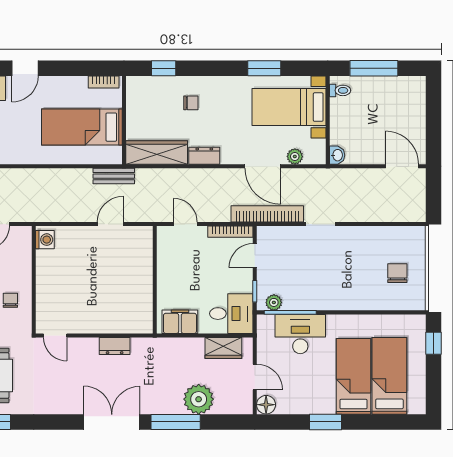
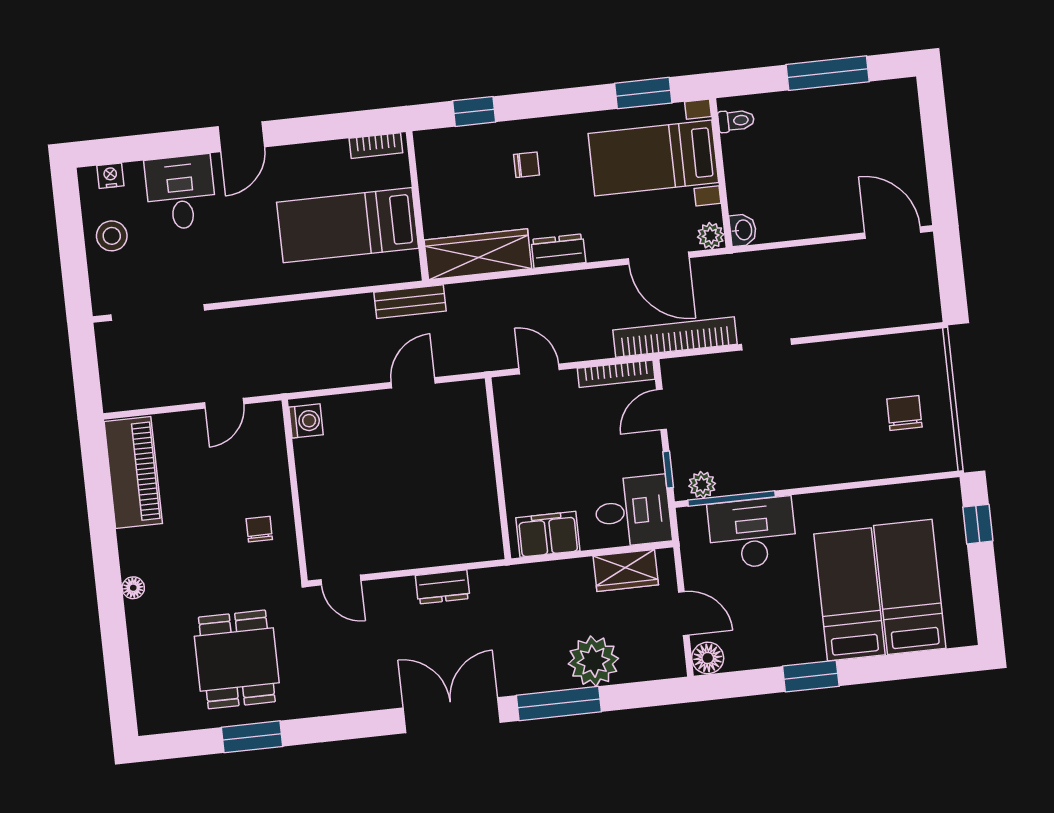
toilet: (340, 90) -> (736, 121), moved
bed with nightstands: (289, 107) -> (653, 158), moved
wall: (328, 120) -> (721, 173), moved
washbasin: (337, 155) -> (743, 230), moved

